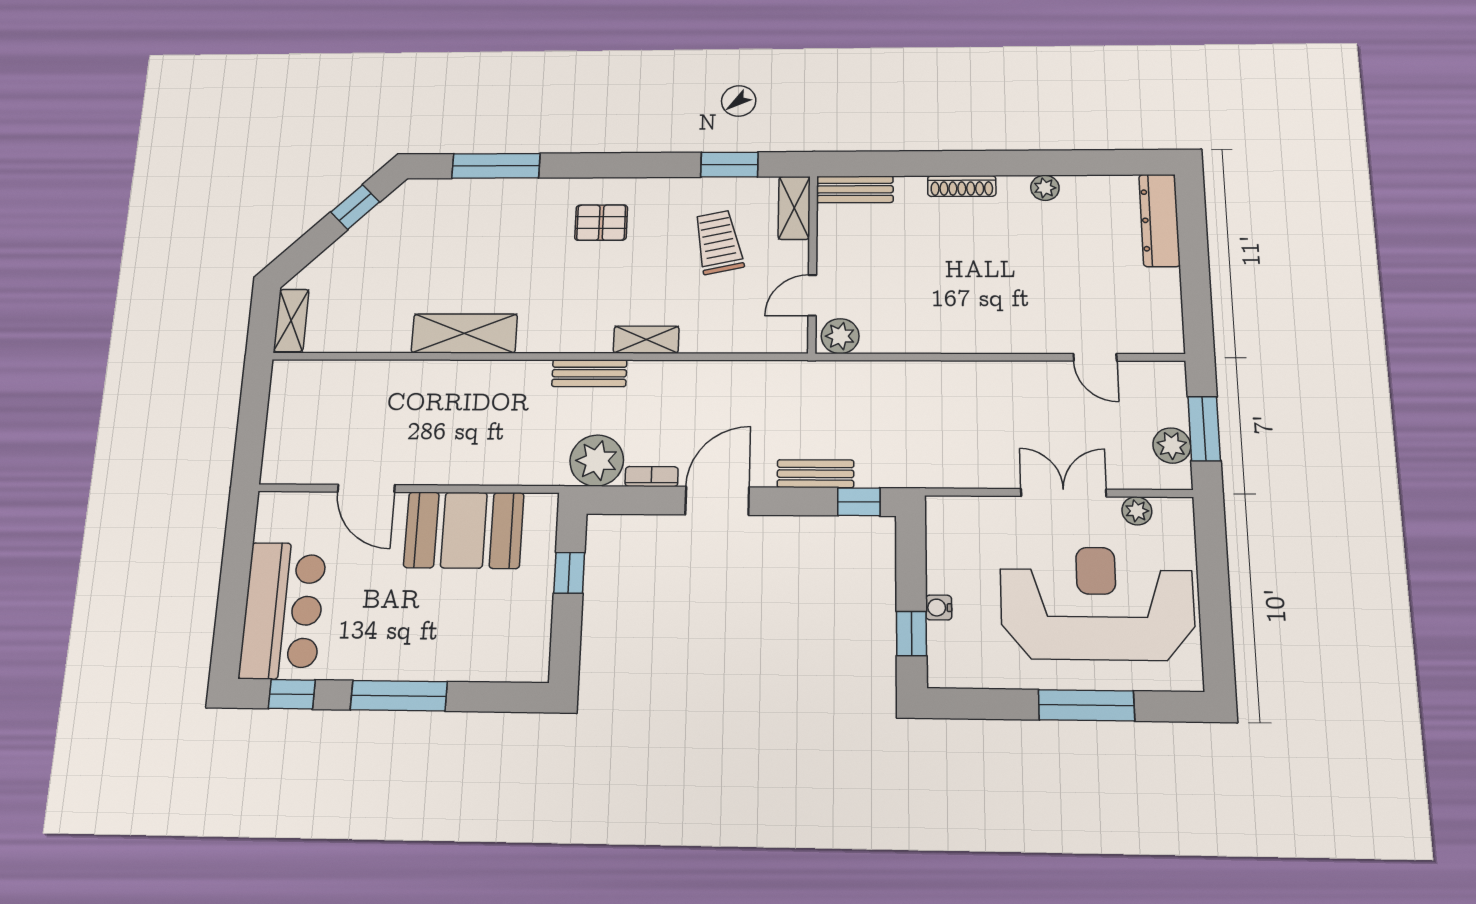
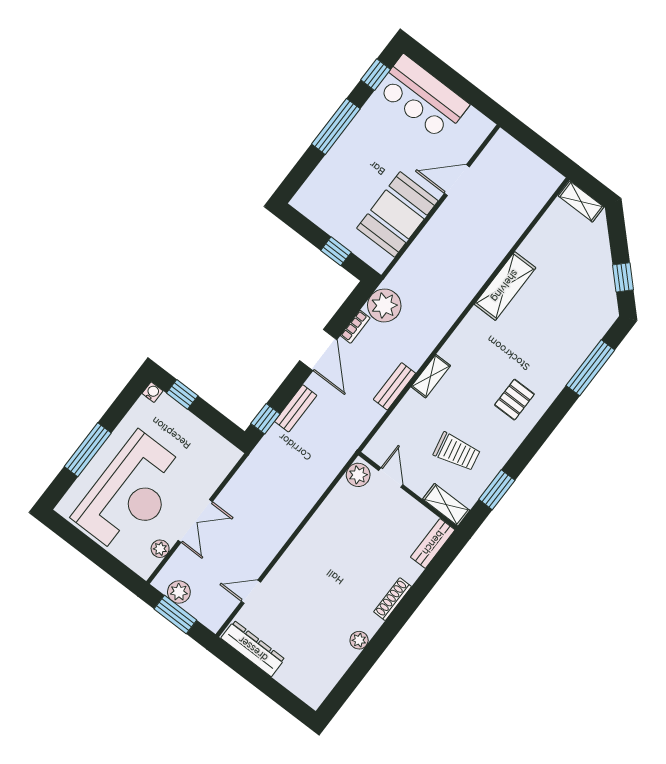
dresser: (1159, 220) -> (253, 649), moved
bench: (589, 373) -> (394, 386), moved
water cooler: (939, 608) -> (153, 392), moved

